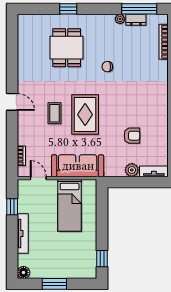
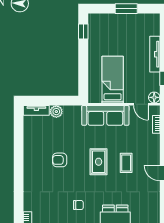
rug: (85, 115) -> (99, 162), width x0.73, depth x0.70
armchair: (132, 136) -> (60, 160), moved
floor lamp: (23, 273) -> (154, 97), moved

